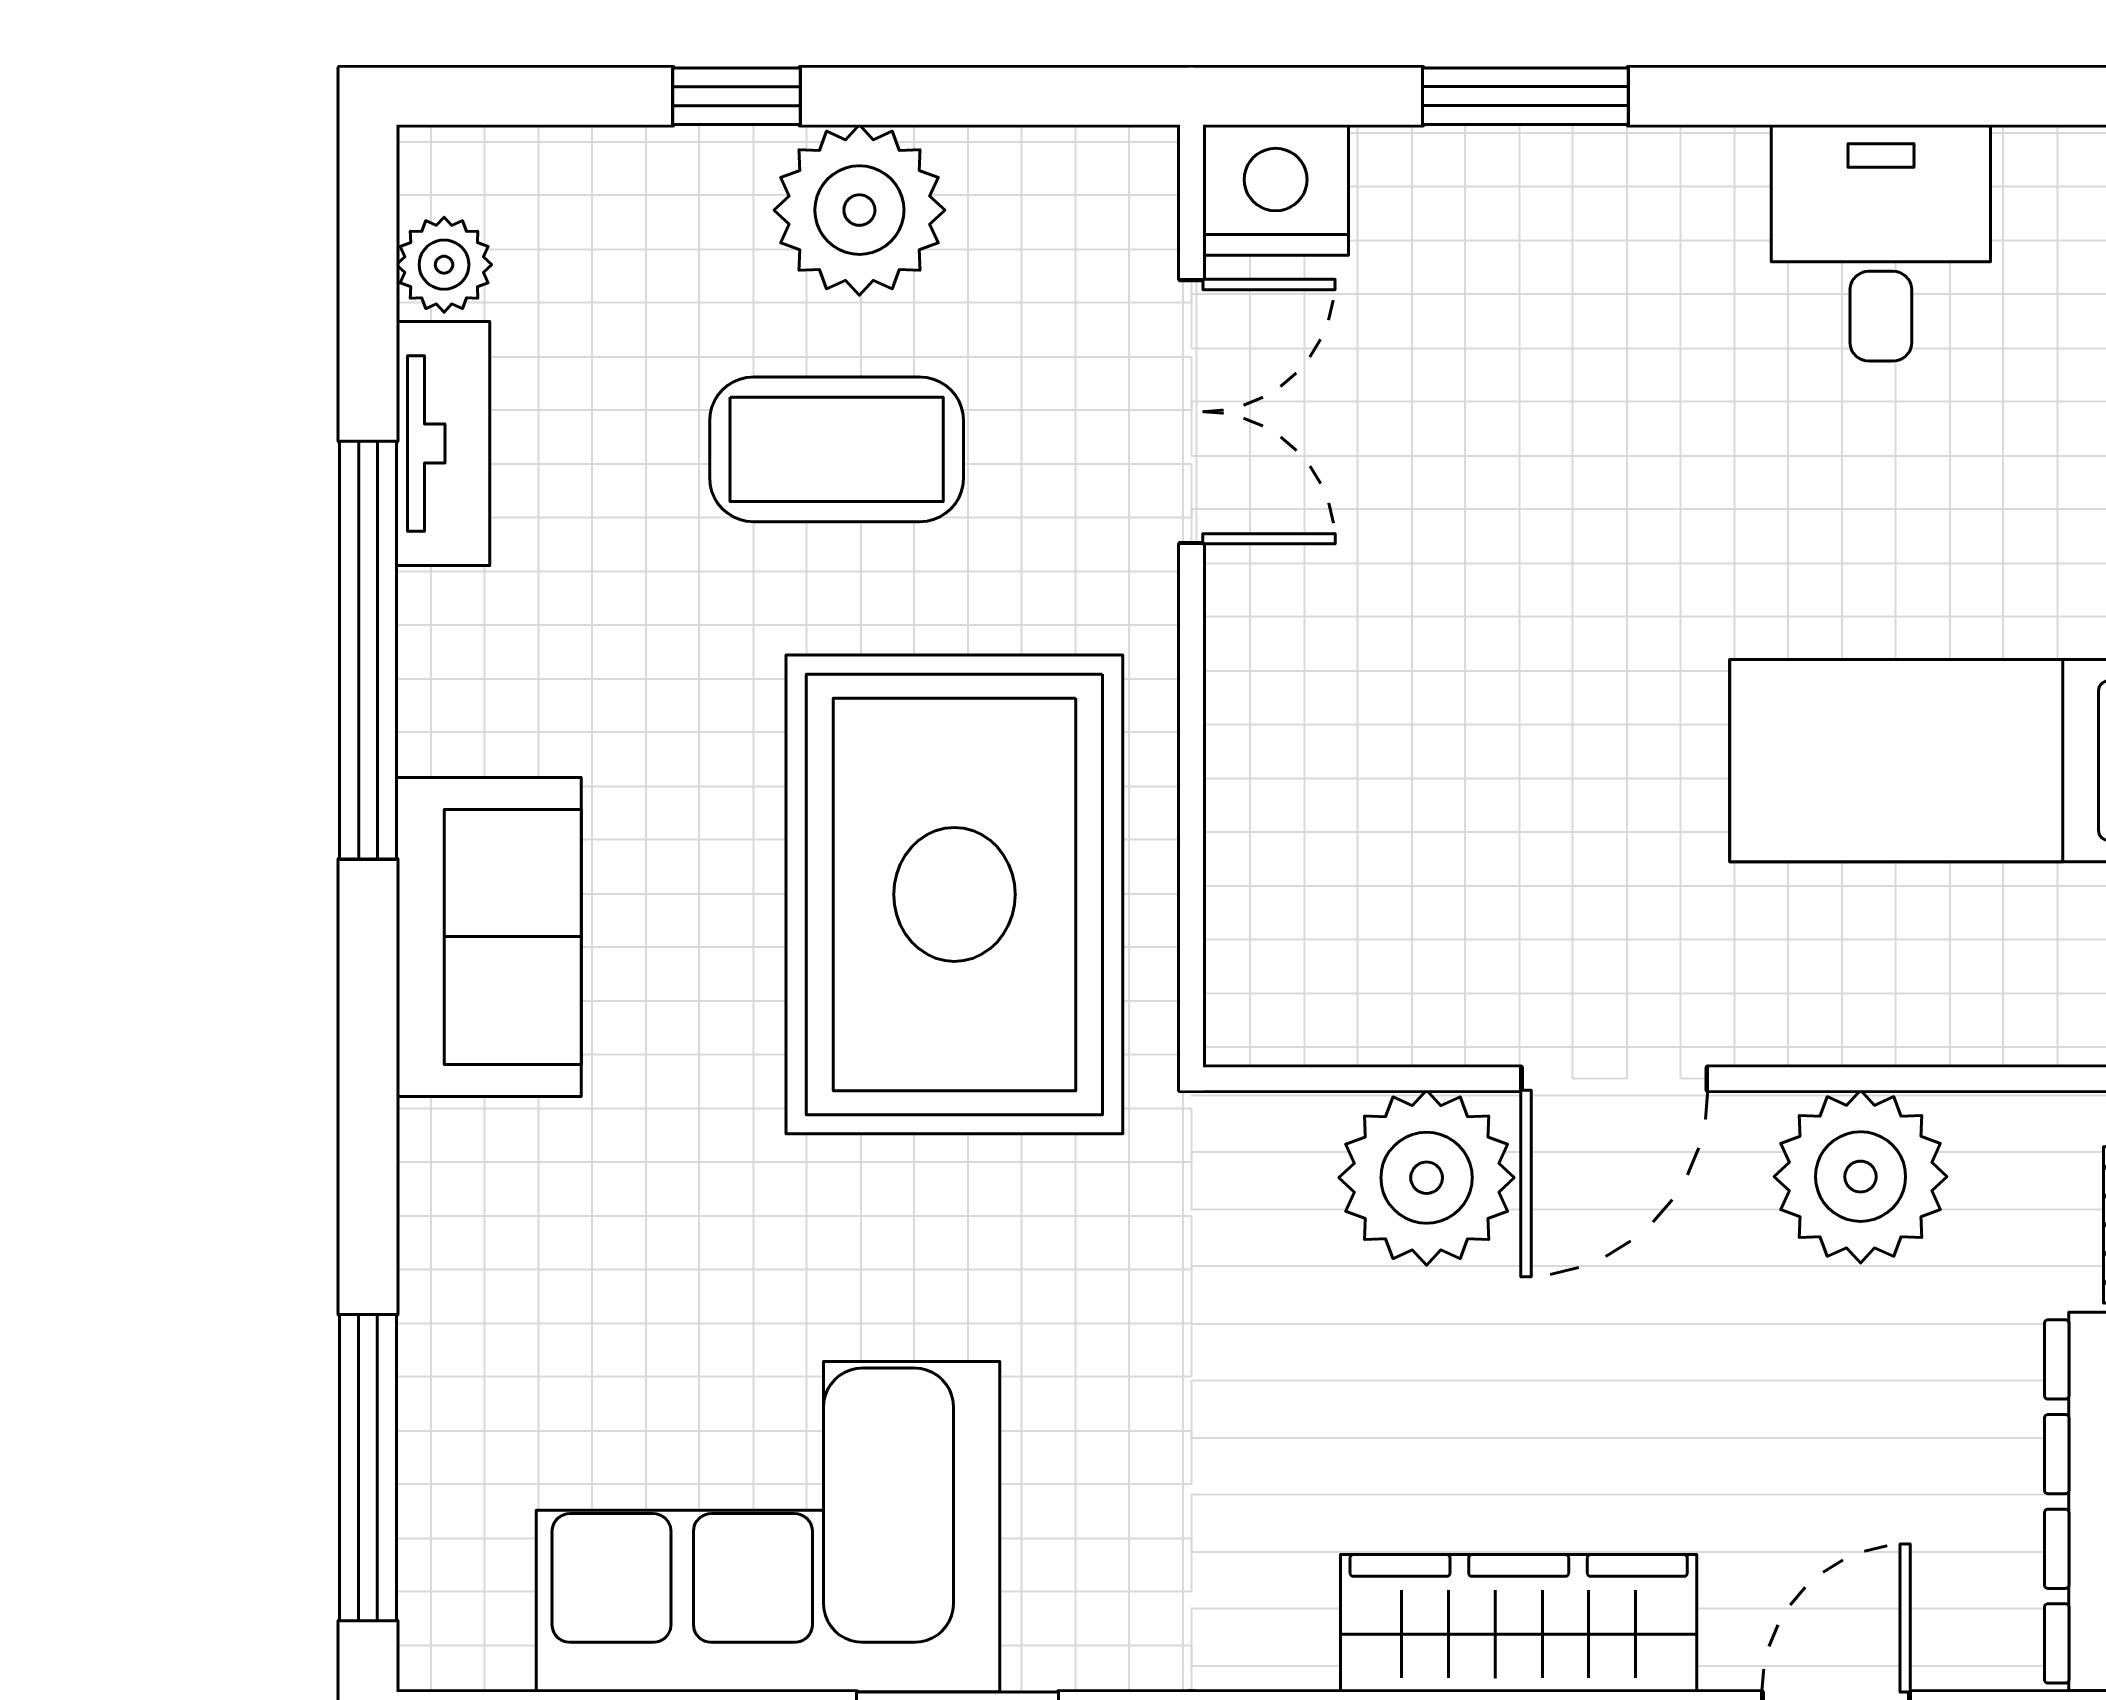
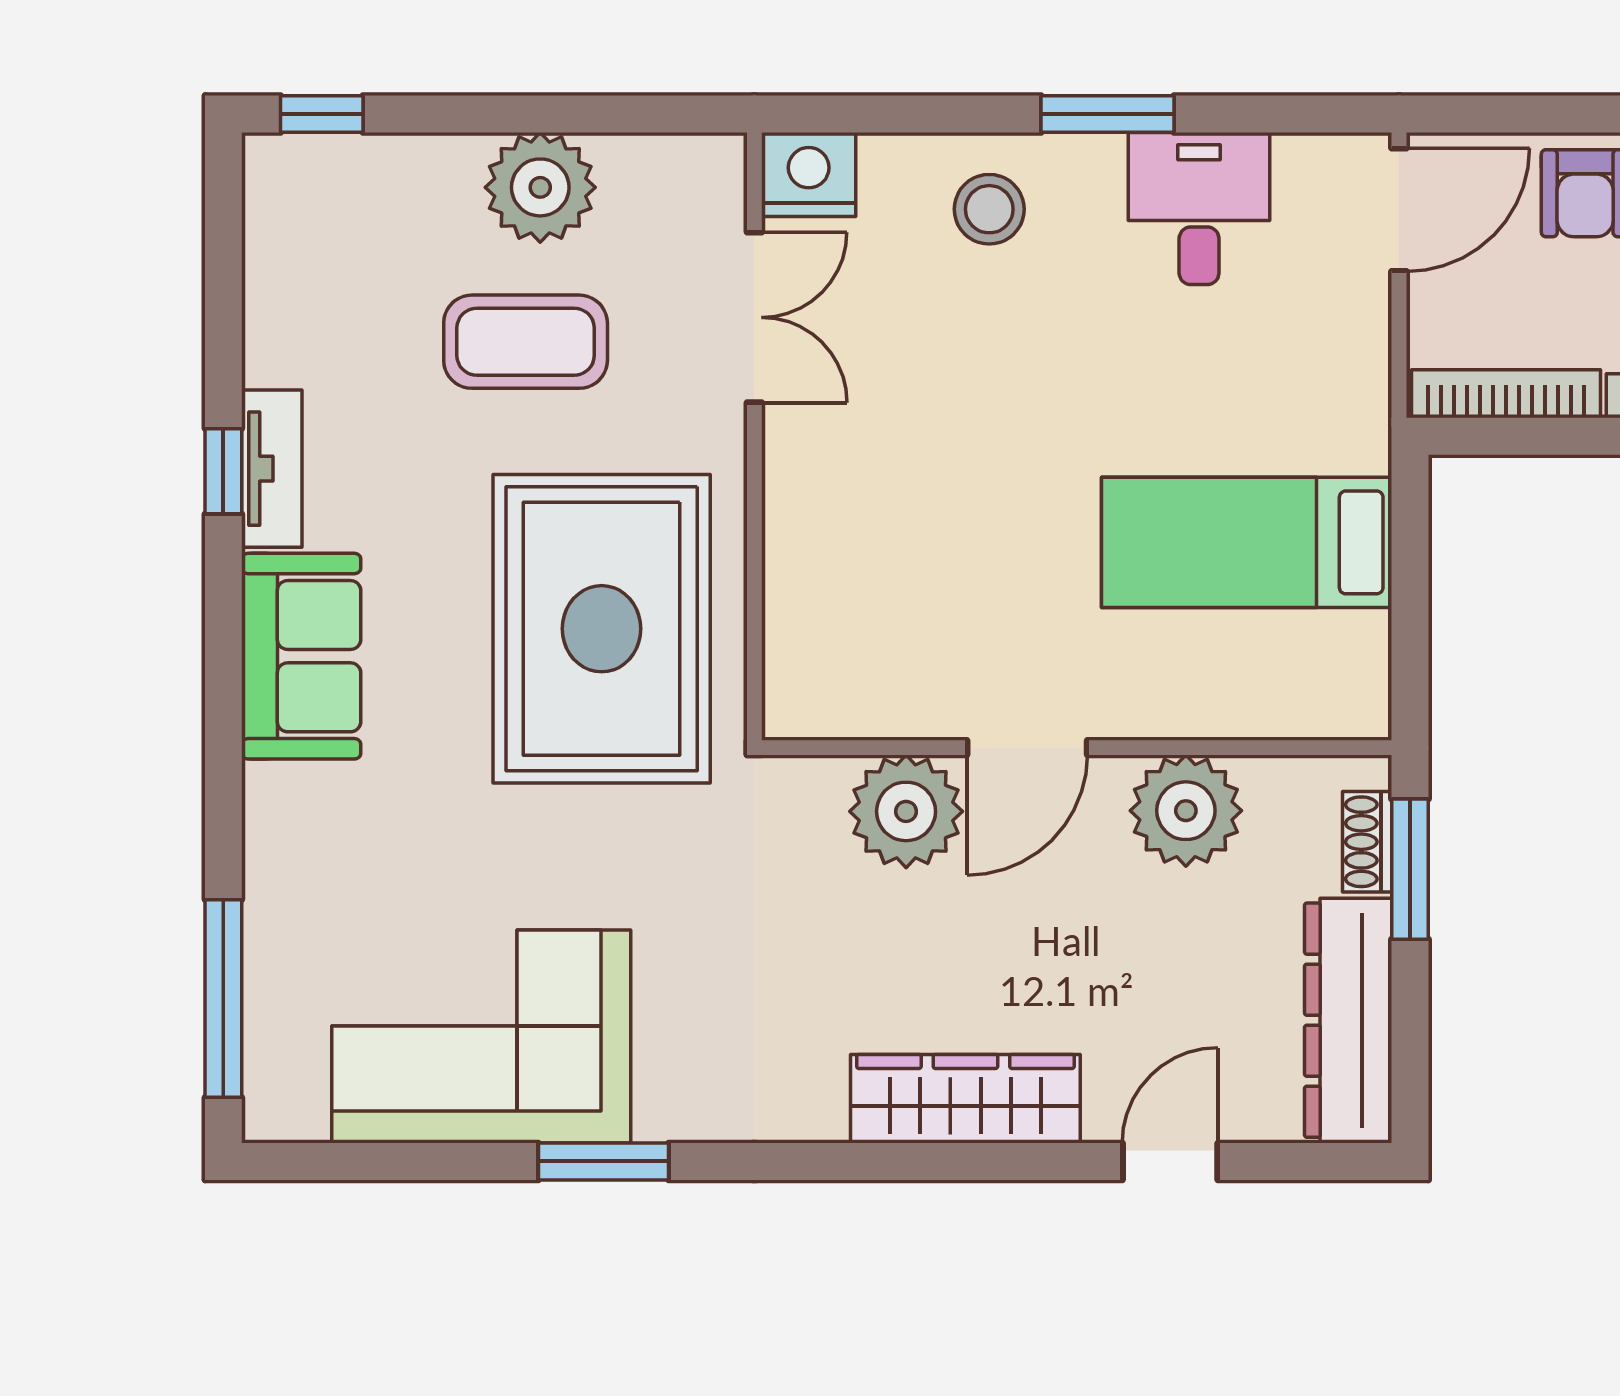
window: (737, 96) -> (322, 114), moved
window: (1525, 96) -> (1107, 114), moved
stool: (1556, 244) -> (989, 209), added
plant: (444, 265) -> (272, 223), removed
tv unit: (443, 443) -> (272, 469), moved
window: (368, 650) -> (223, 471), width x0.32

